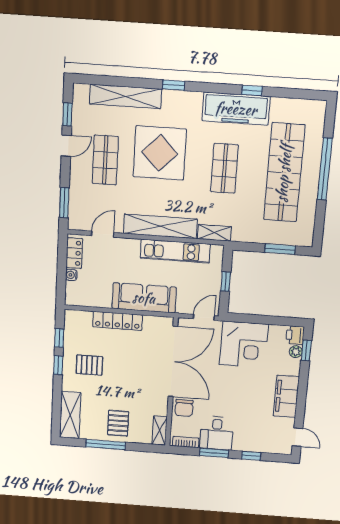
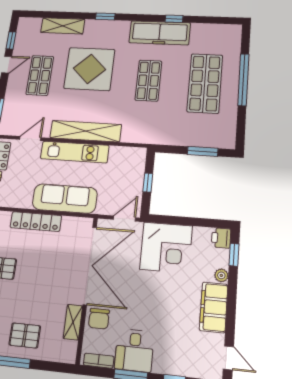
shelving: (125, 96) -> (63, 26), width x0.68
shop shelf: (284, 173) -> (205, 83), width x0.71
shelving: (214, 233) -> (138, 137), removed
kitchen unit: (175, 251) -> (75, 152), moved
plant: (296, 352) -> (221, 275), moved
pallet: (118, 423) -> (25, 335), turned 90
shelving: (160, 431) -> (73, 322), moved

